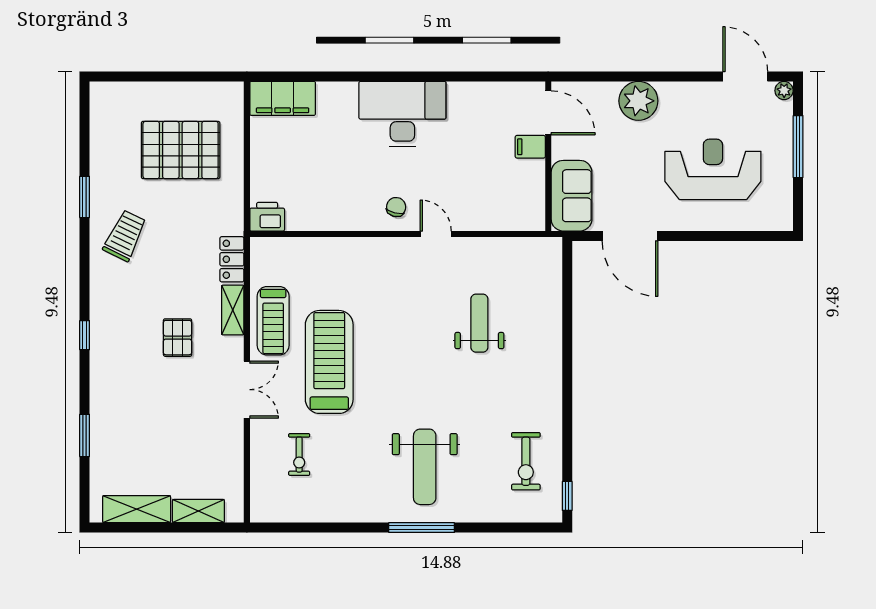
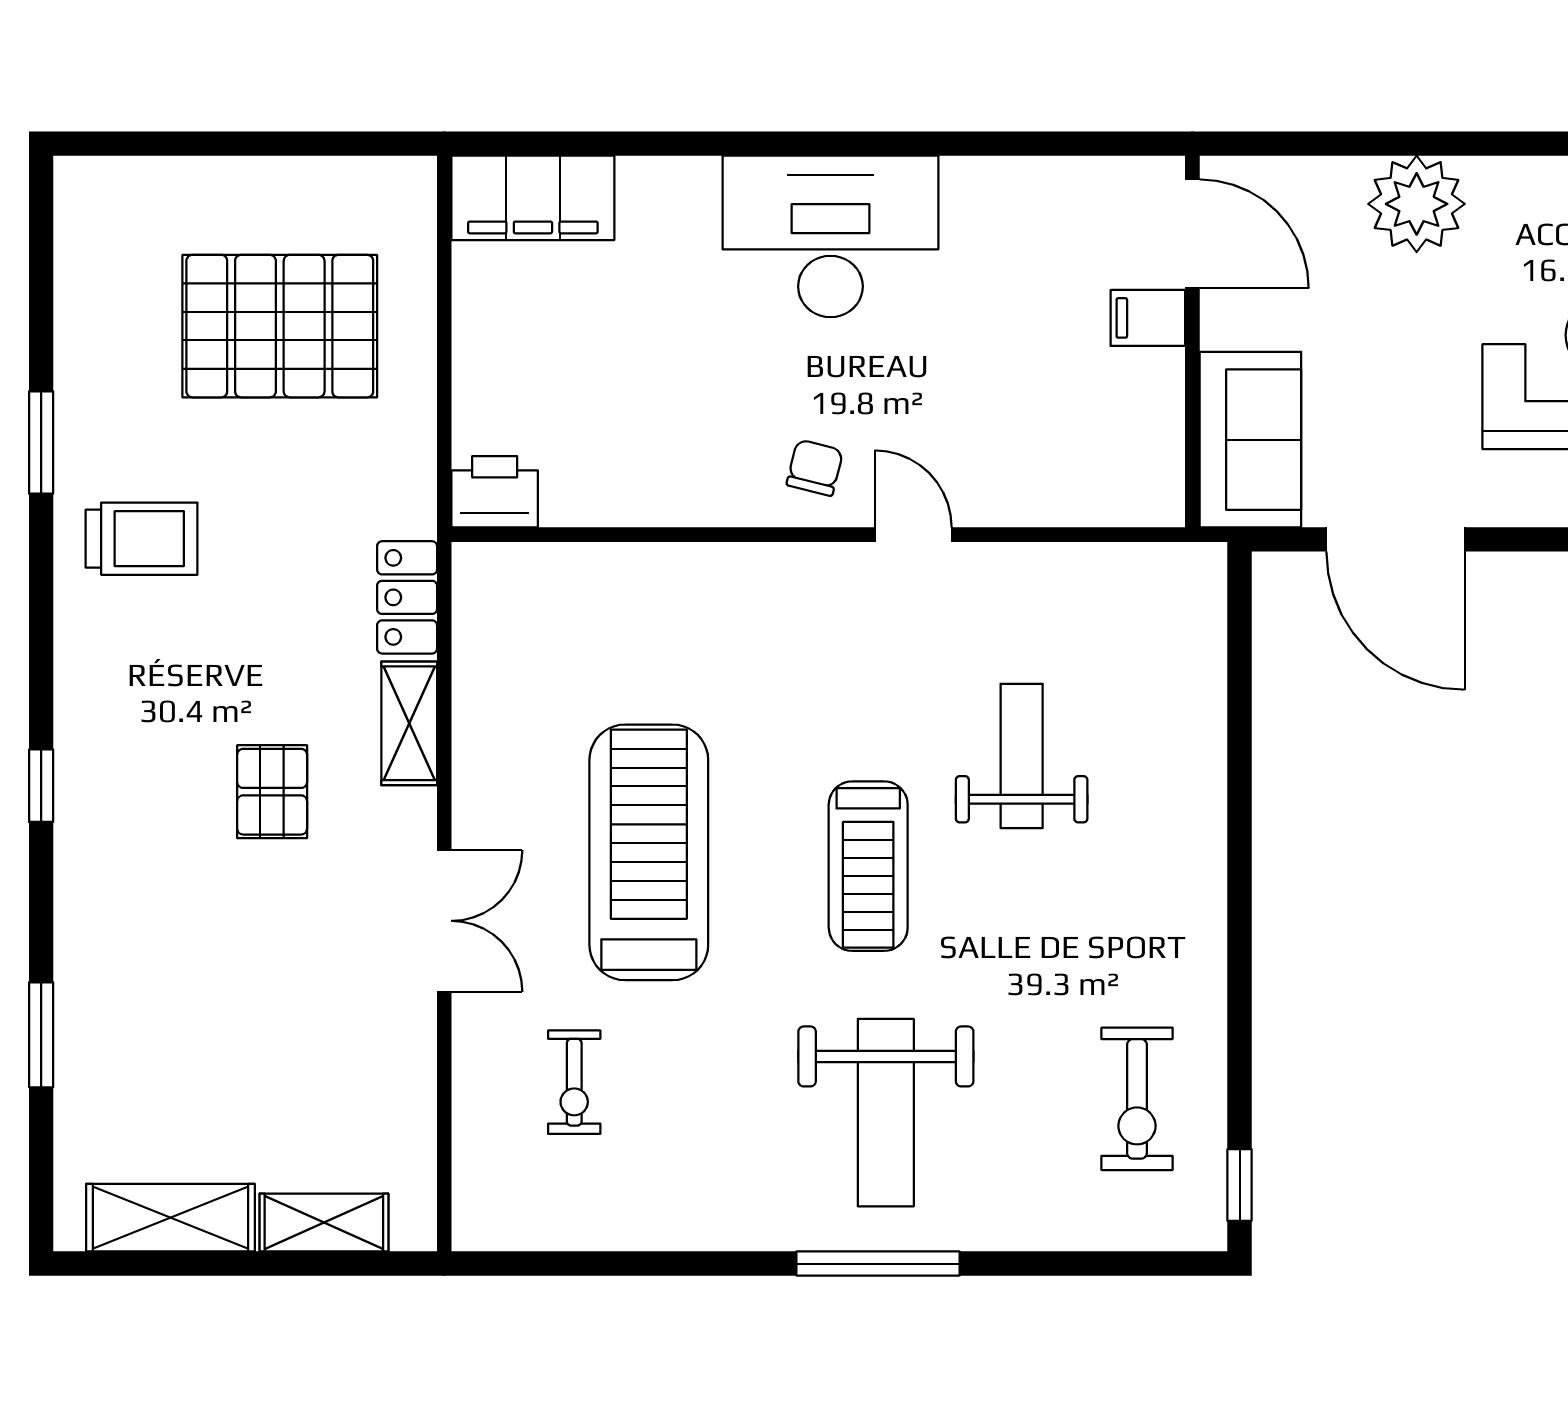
trolley: (125, 236) -> (141, 539), turned 64
treadmill: (273, 321) -> (868, 866), moved

